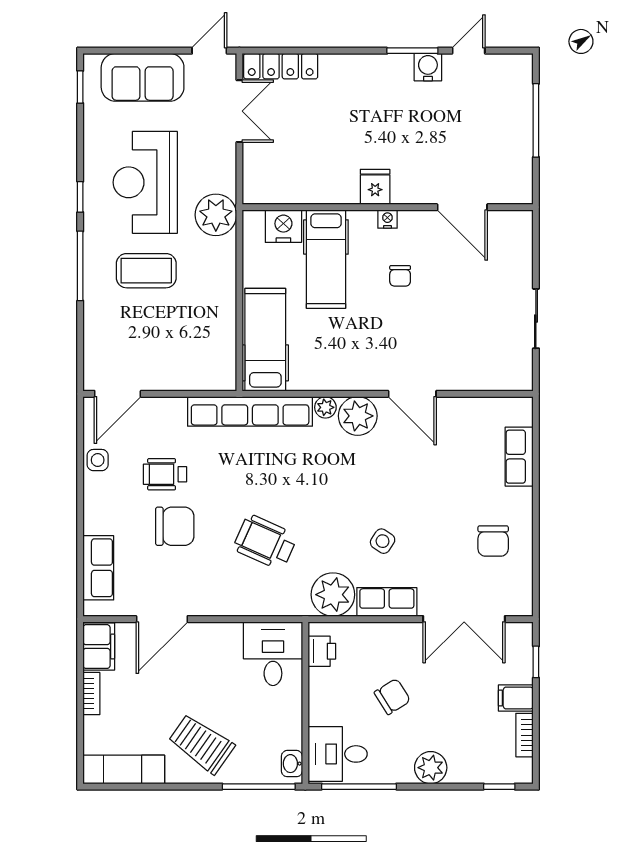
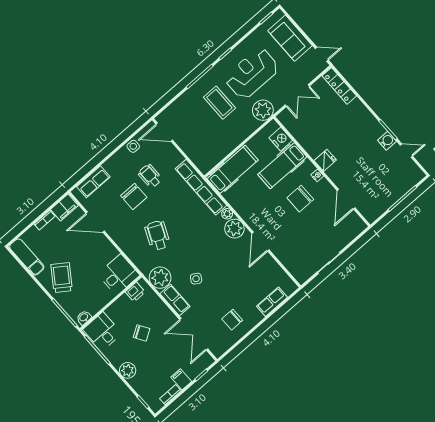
double door: (239, 111) -> (297, 96), moved
chair: (400, 276) -> (300, 199), width x1.87, depth x1.87

